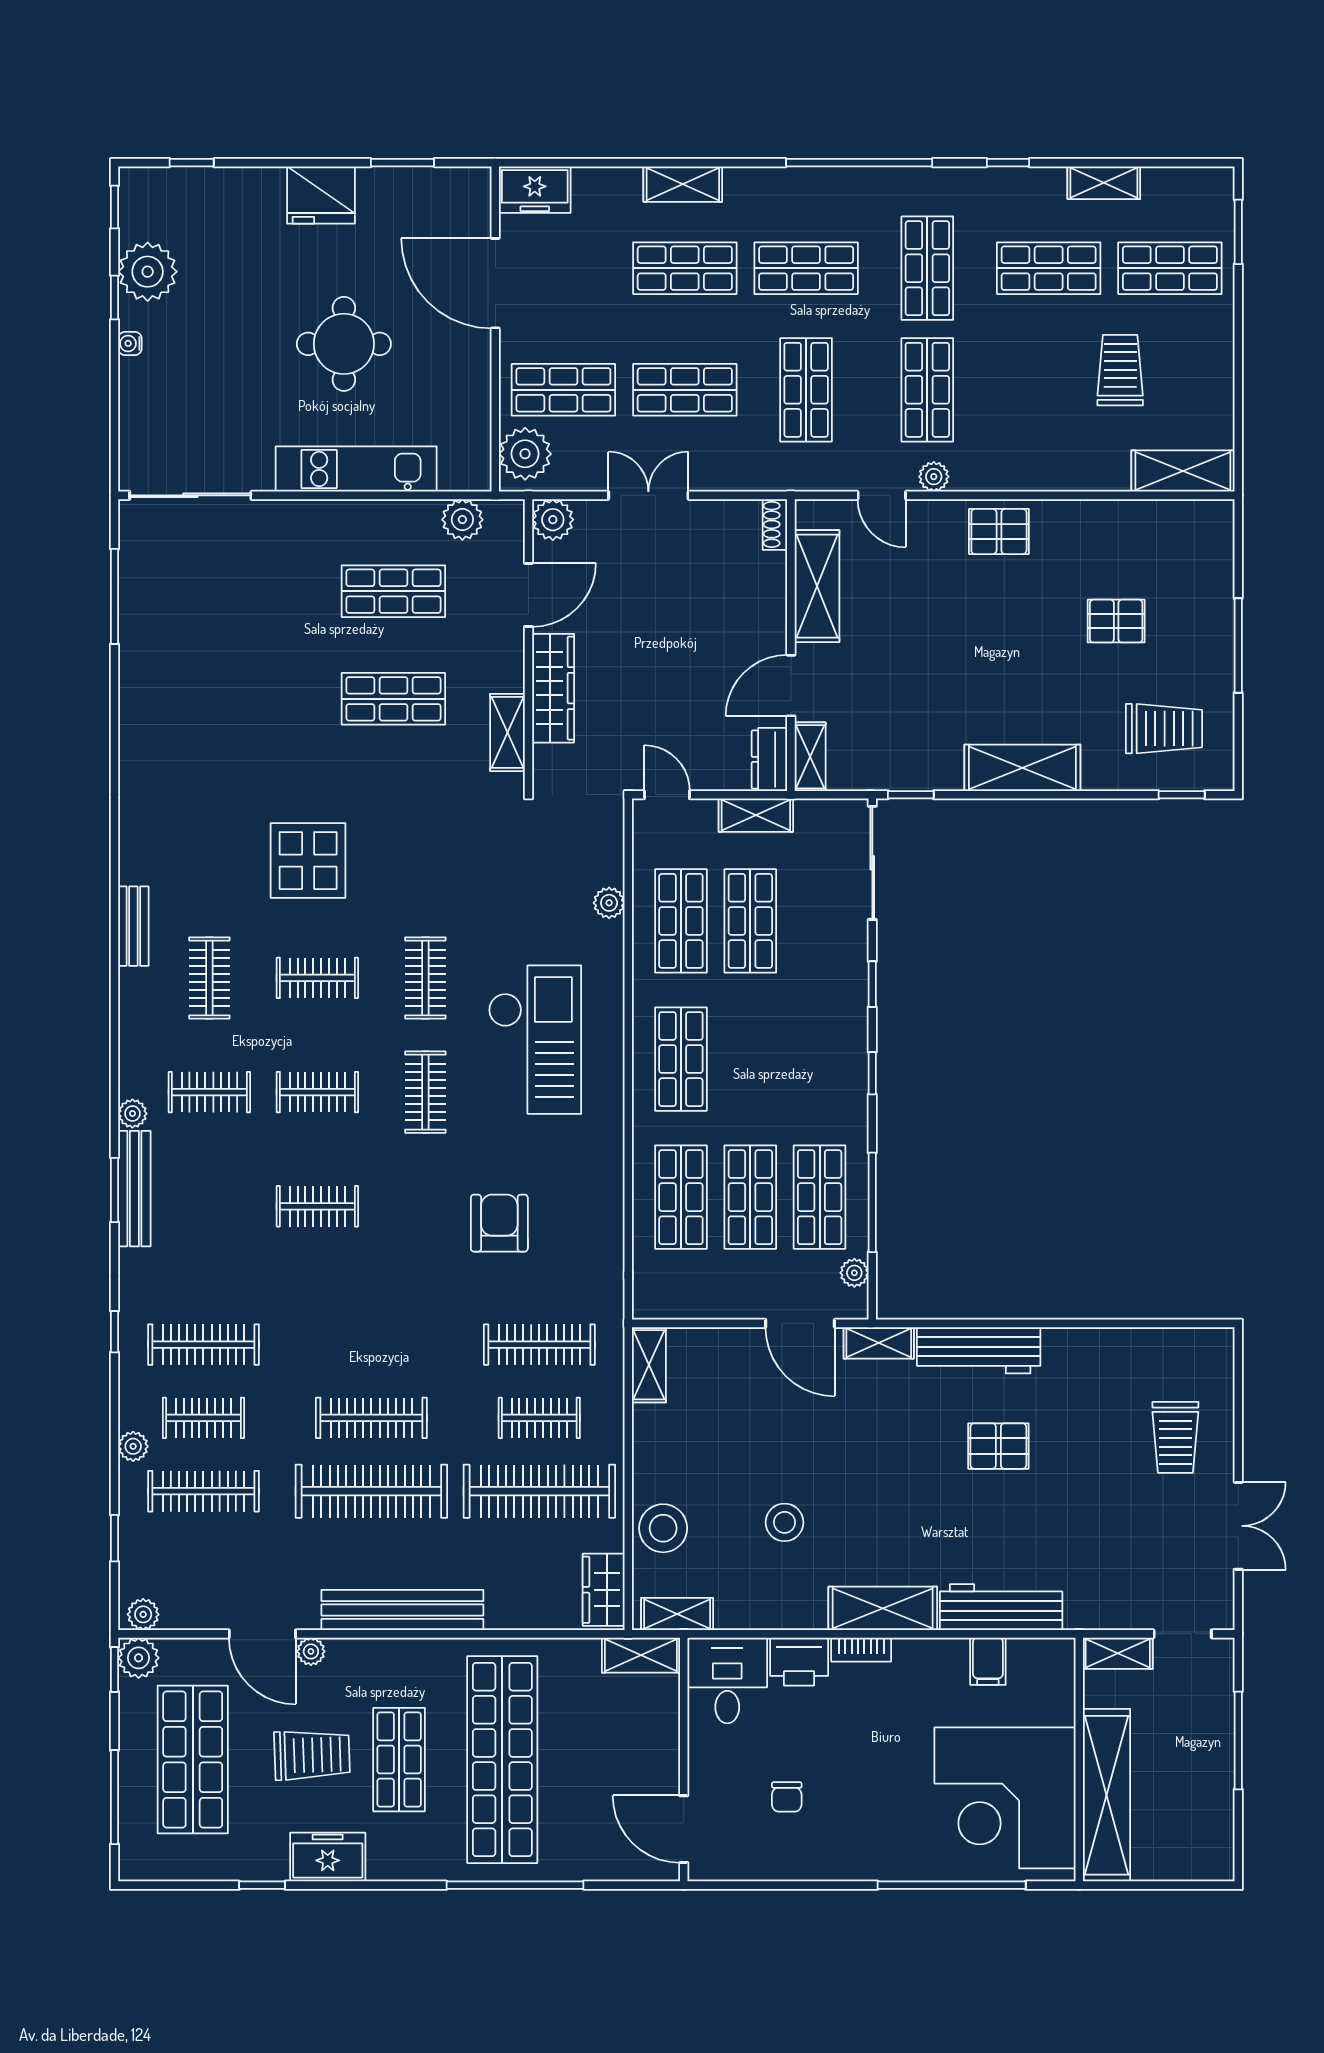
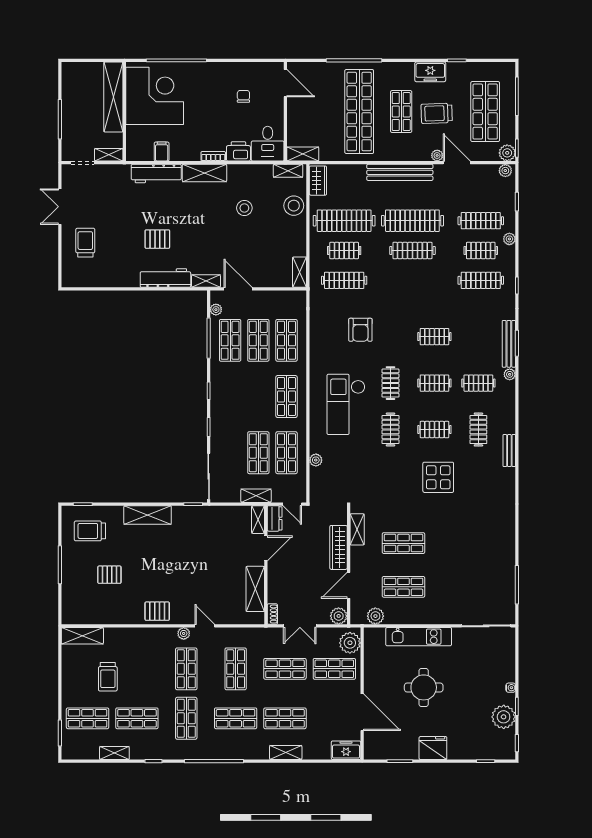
shoe rack: (775, 524) -> (272, 614), moved
shelving: (817, 586) -> (255, 589), moved
wall: (791, 645) -> (266, 565), moved
door: (791, 686) -> (266, 548), moved
shelving: (810, 757) -> (258, 520), moved
dresser: (769, 759) -> (275, 518), moved

